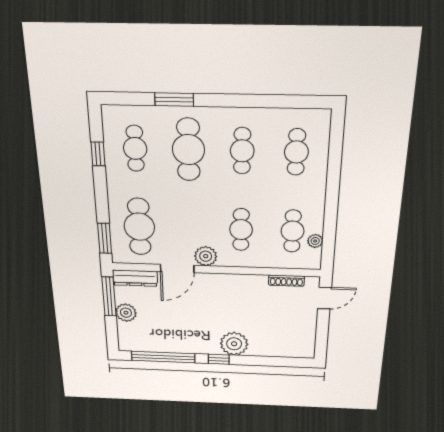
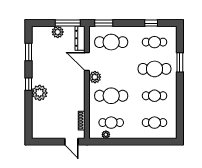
cafe table: (241, 230) -> (111, 96), width x1.37, depth x1.35
window: (163, 357) -> (29, 52), width x0.47

